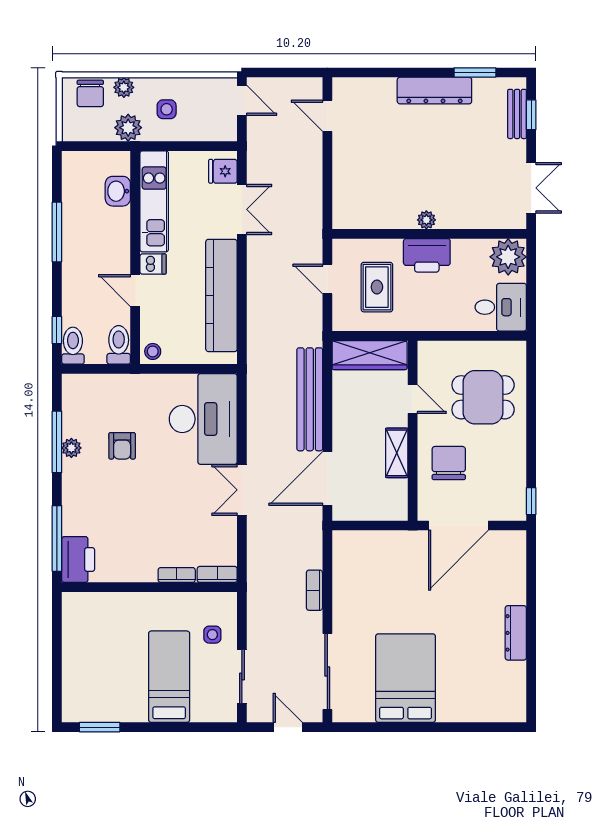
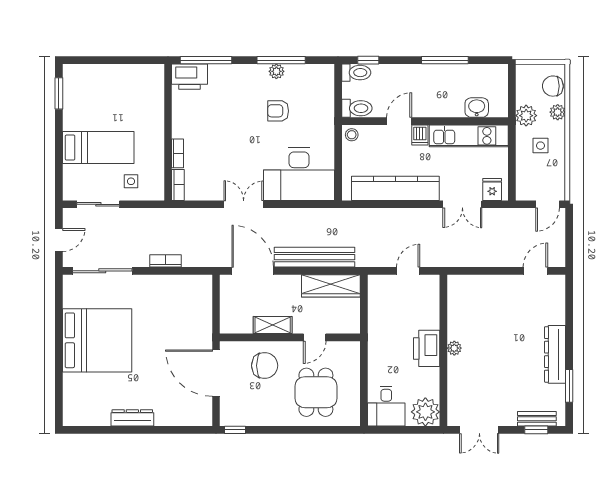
rug: (377, 287) -> (402, 310), removed
wardrobe: (370, 355) -> (331, 286), moved, turned -90
bed: (406, 678) -> (97, 340), width x1.36

